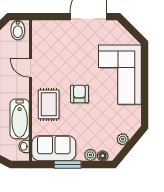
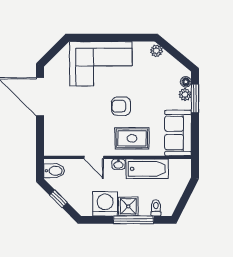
door: (31, 68) -> (94, 157), hinge flipped
plant: (123, 139) -> (156, 51), moved
washbasin: (24, 146) -> (118, 164), moved
window: (68, 164) -> (195, 99), moved

